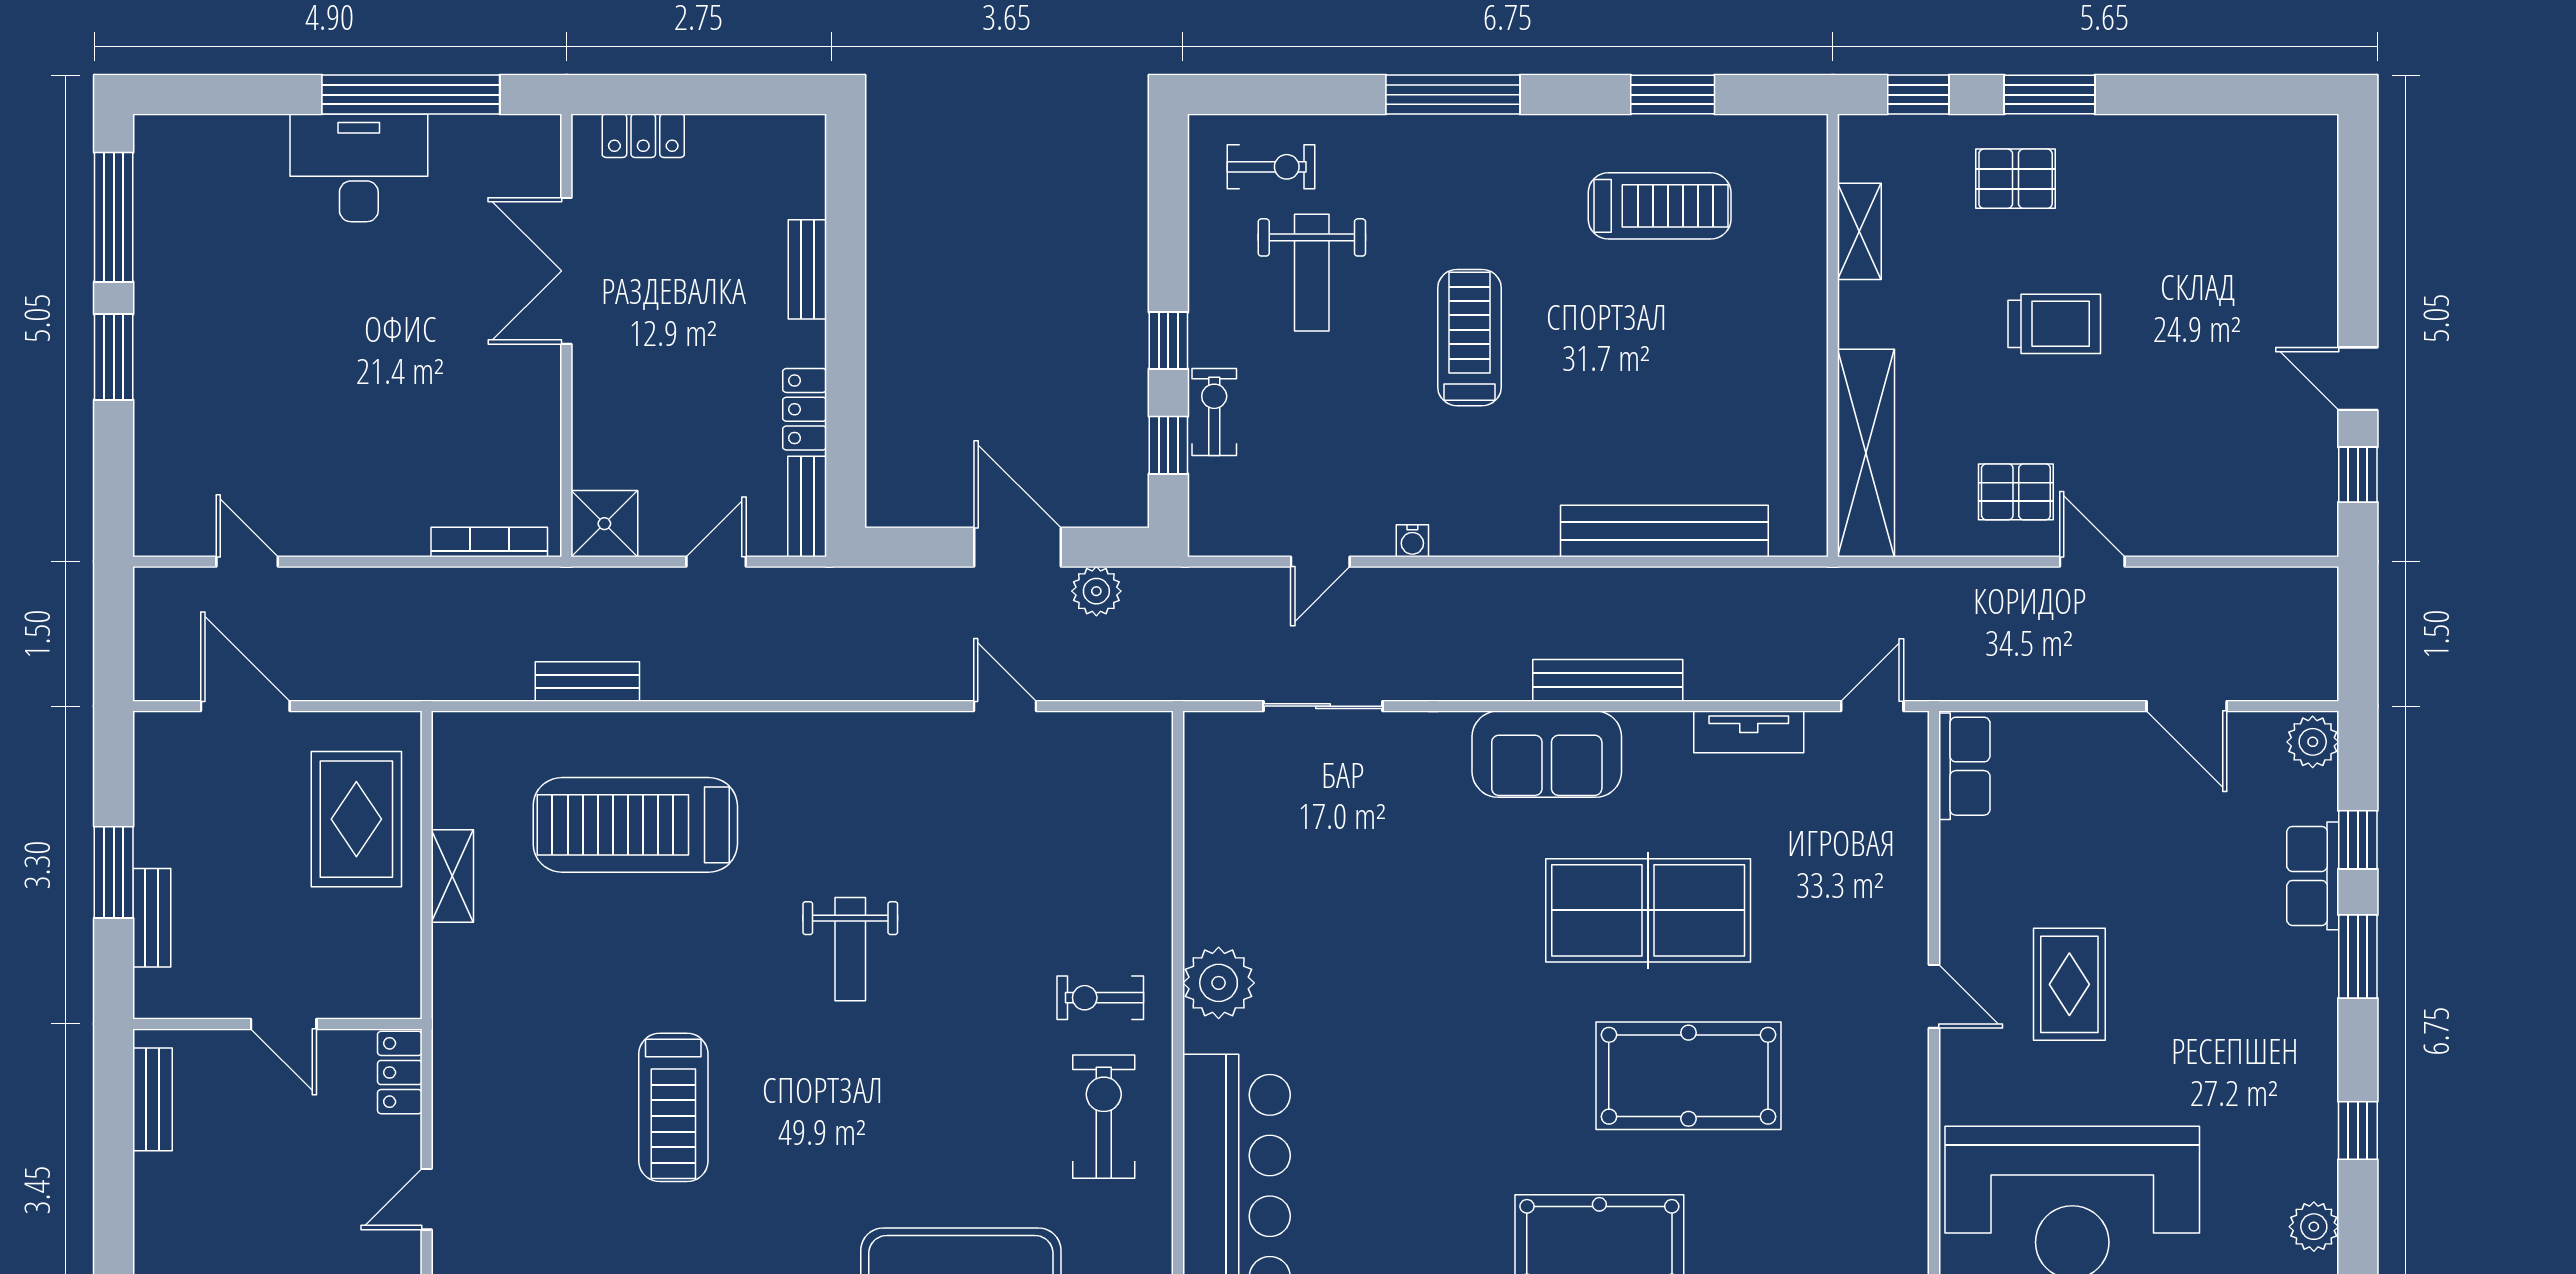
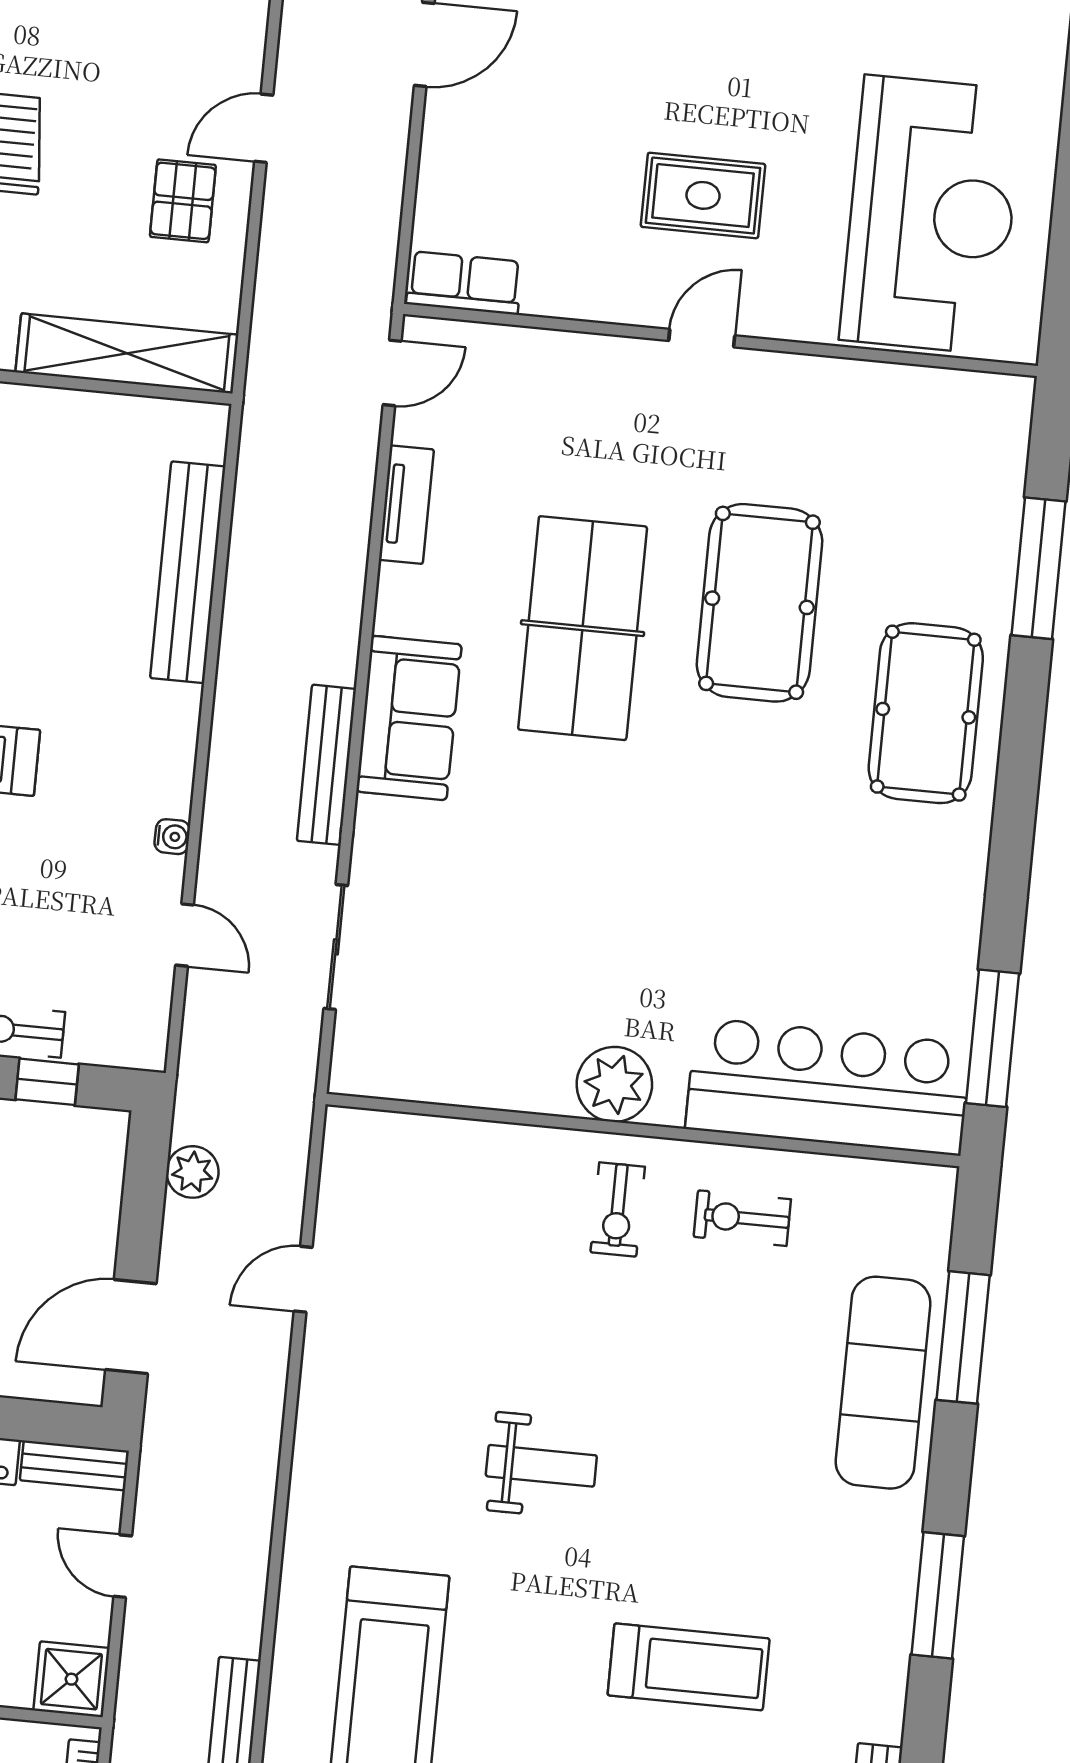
door: (1017, 547) -> (131, 1327), moved
bench: (1608, 680) -> (326, 765), moved
door: (1872, 706) -> (392, 373), swing flipped
exercise bike: (1104, 1117) -> (742, 1218), width x0.73, depth x0.72

